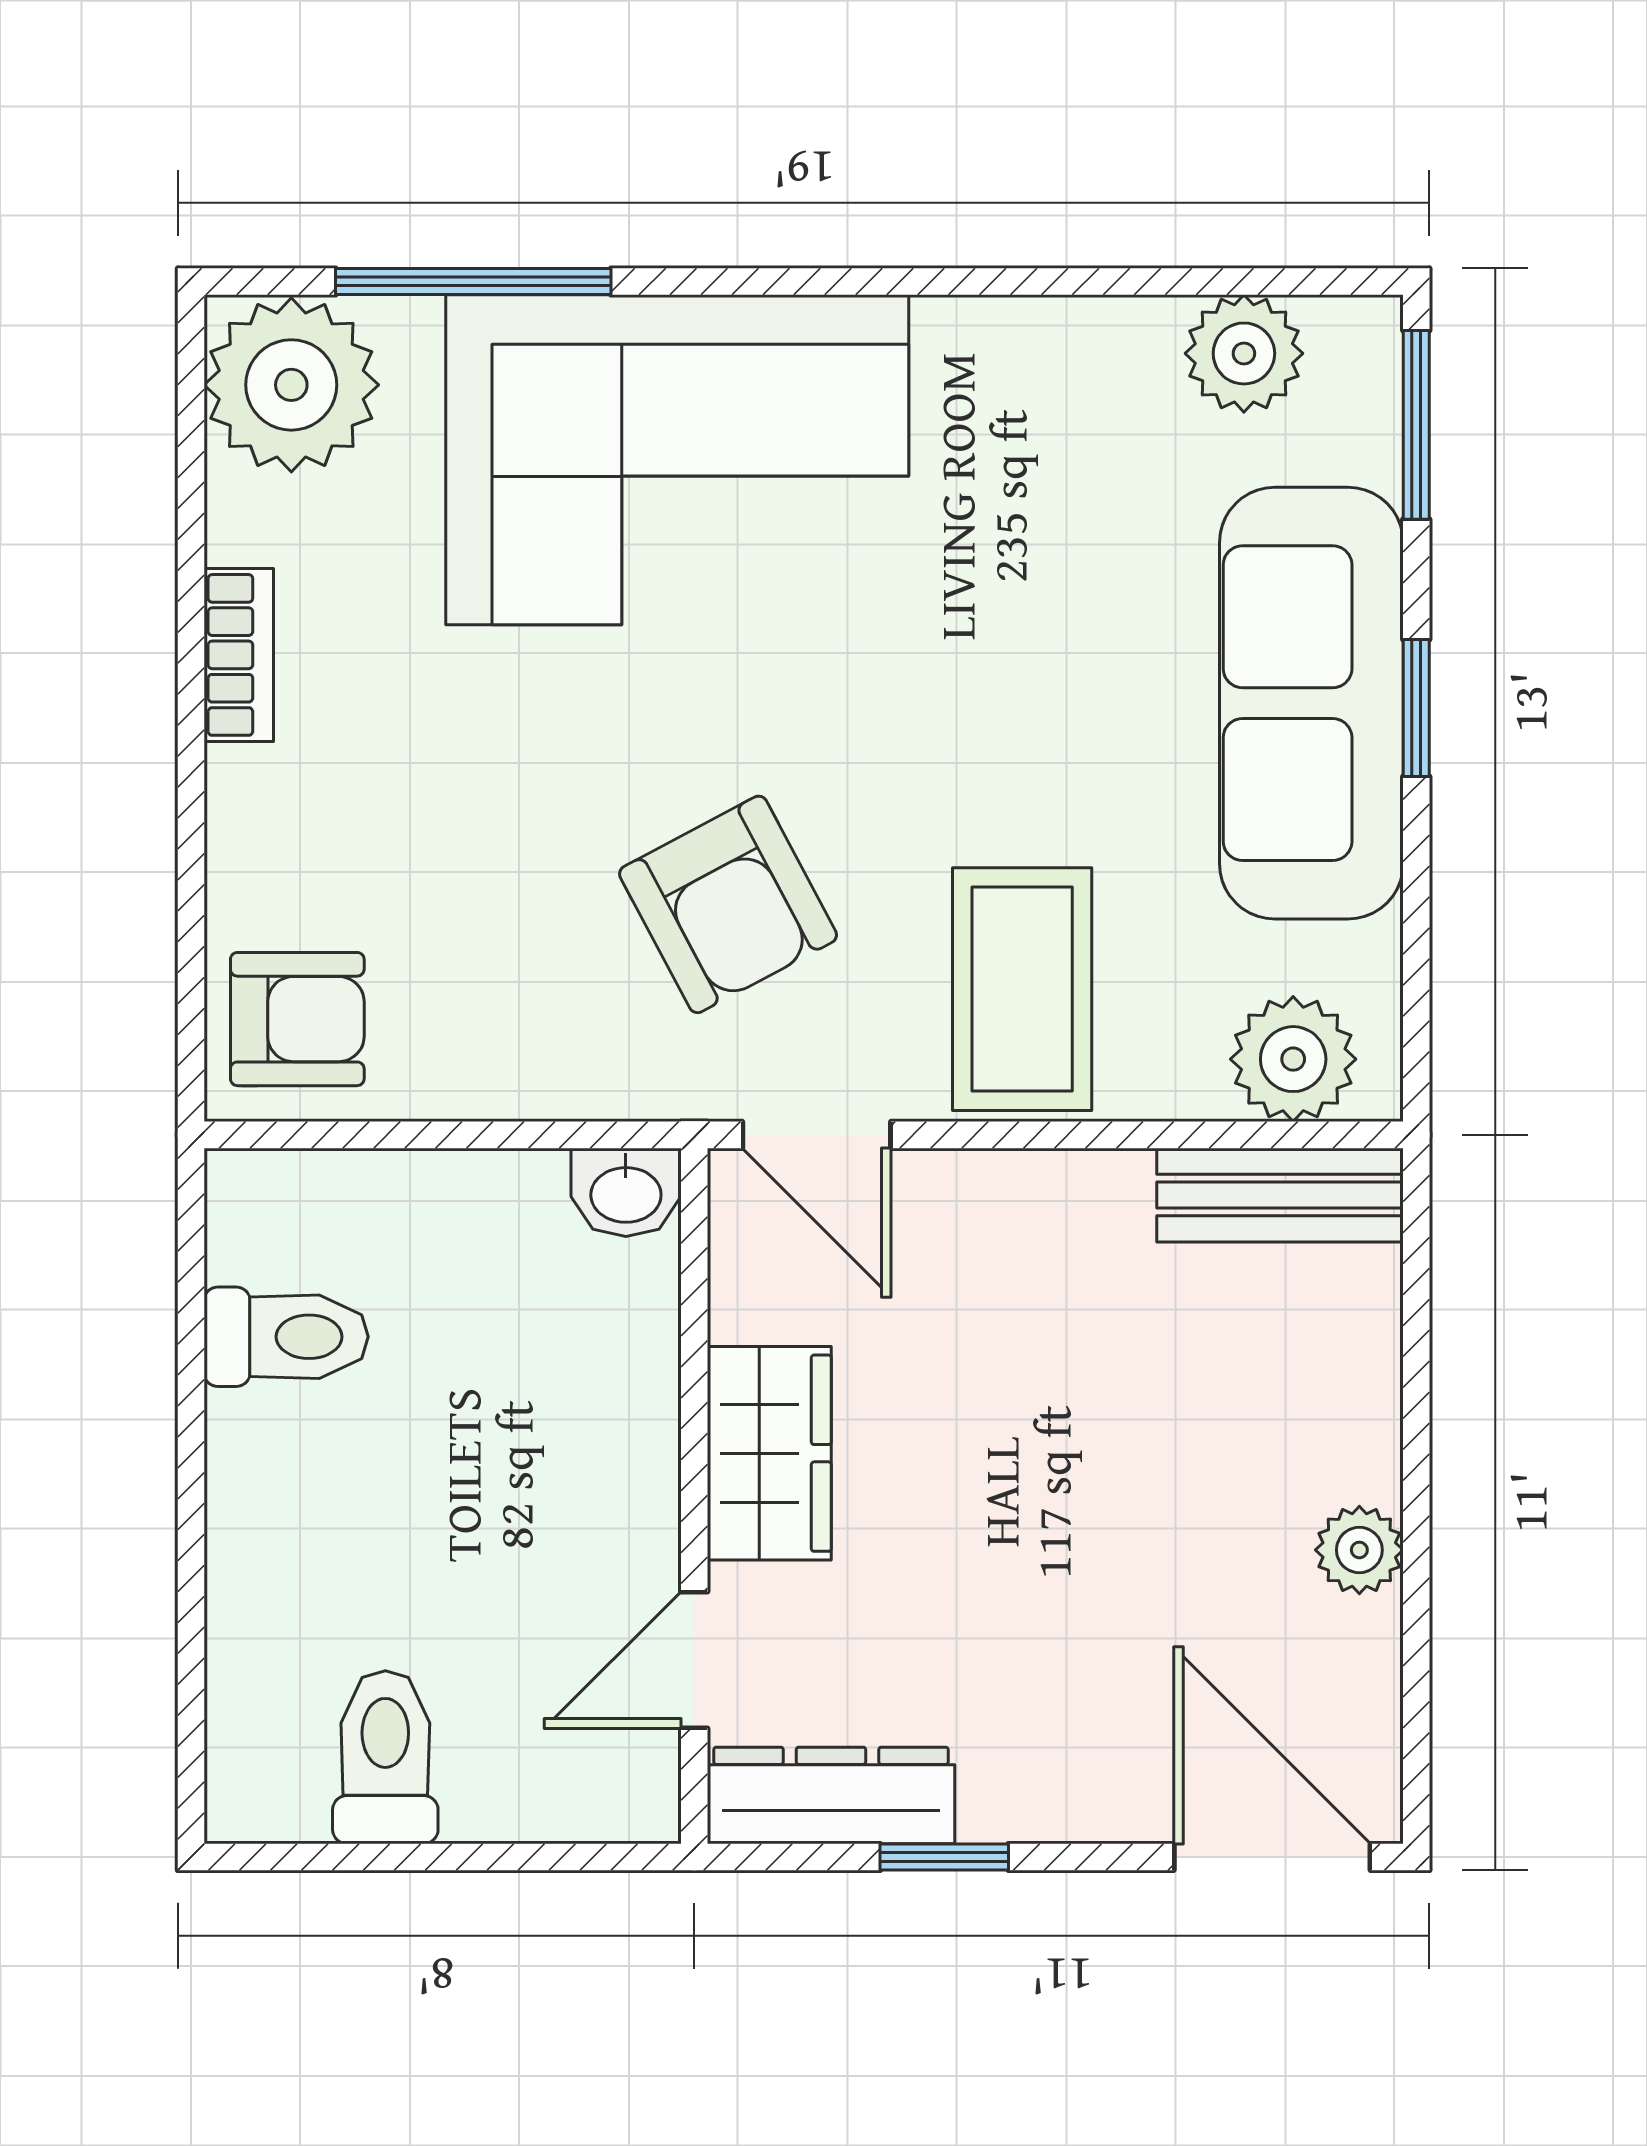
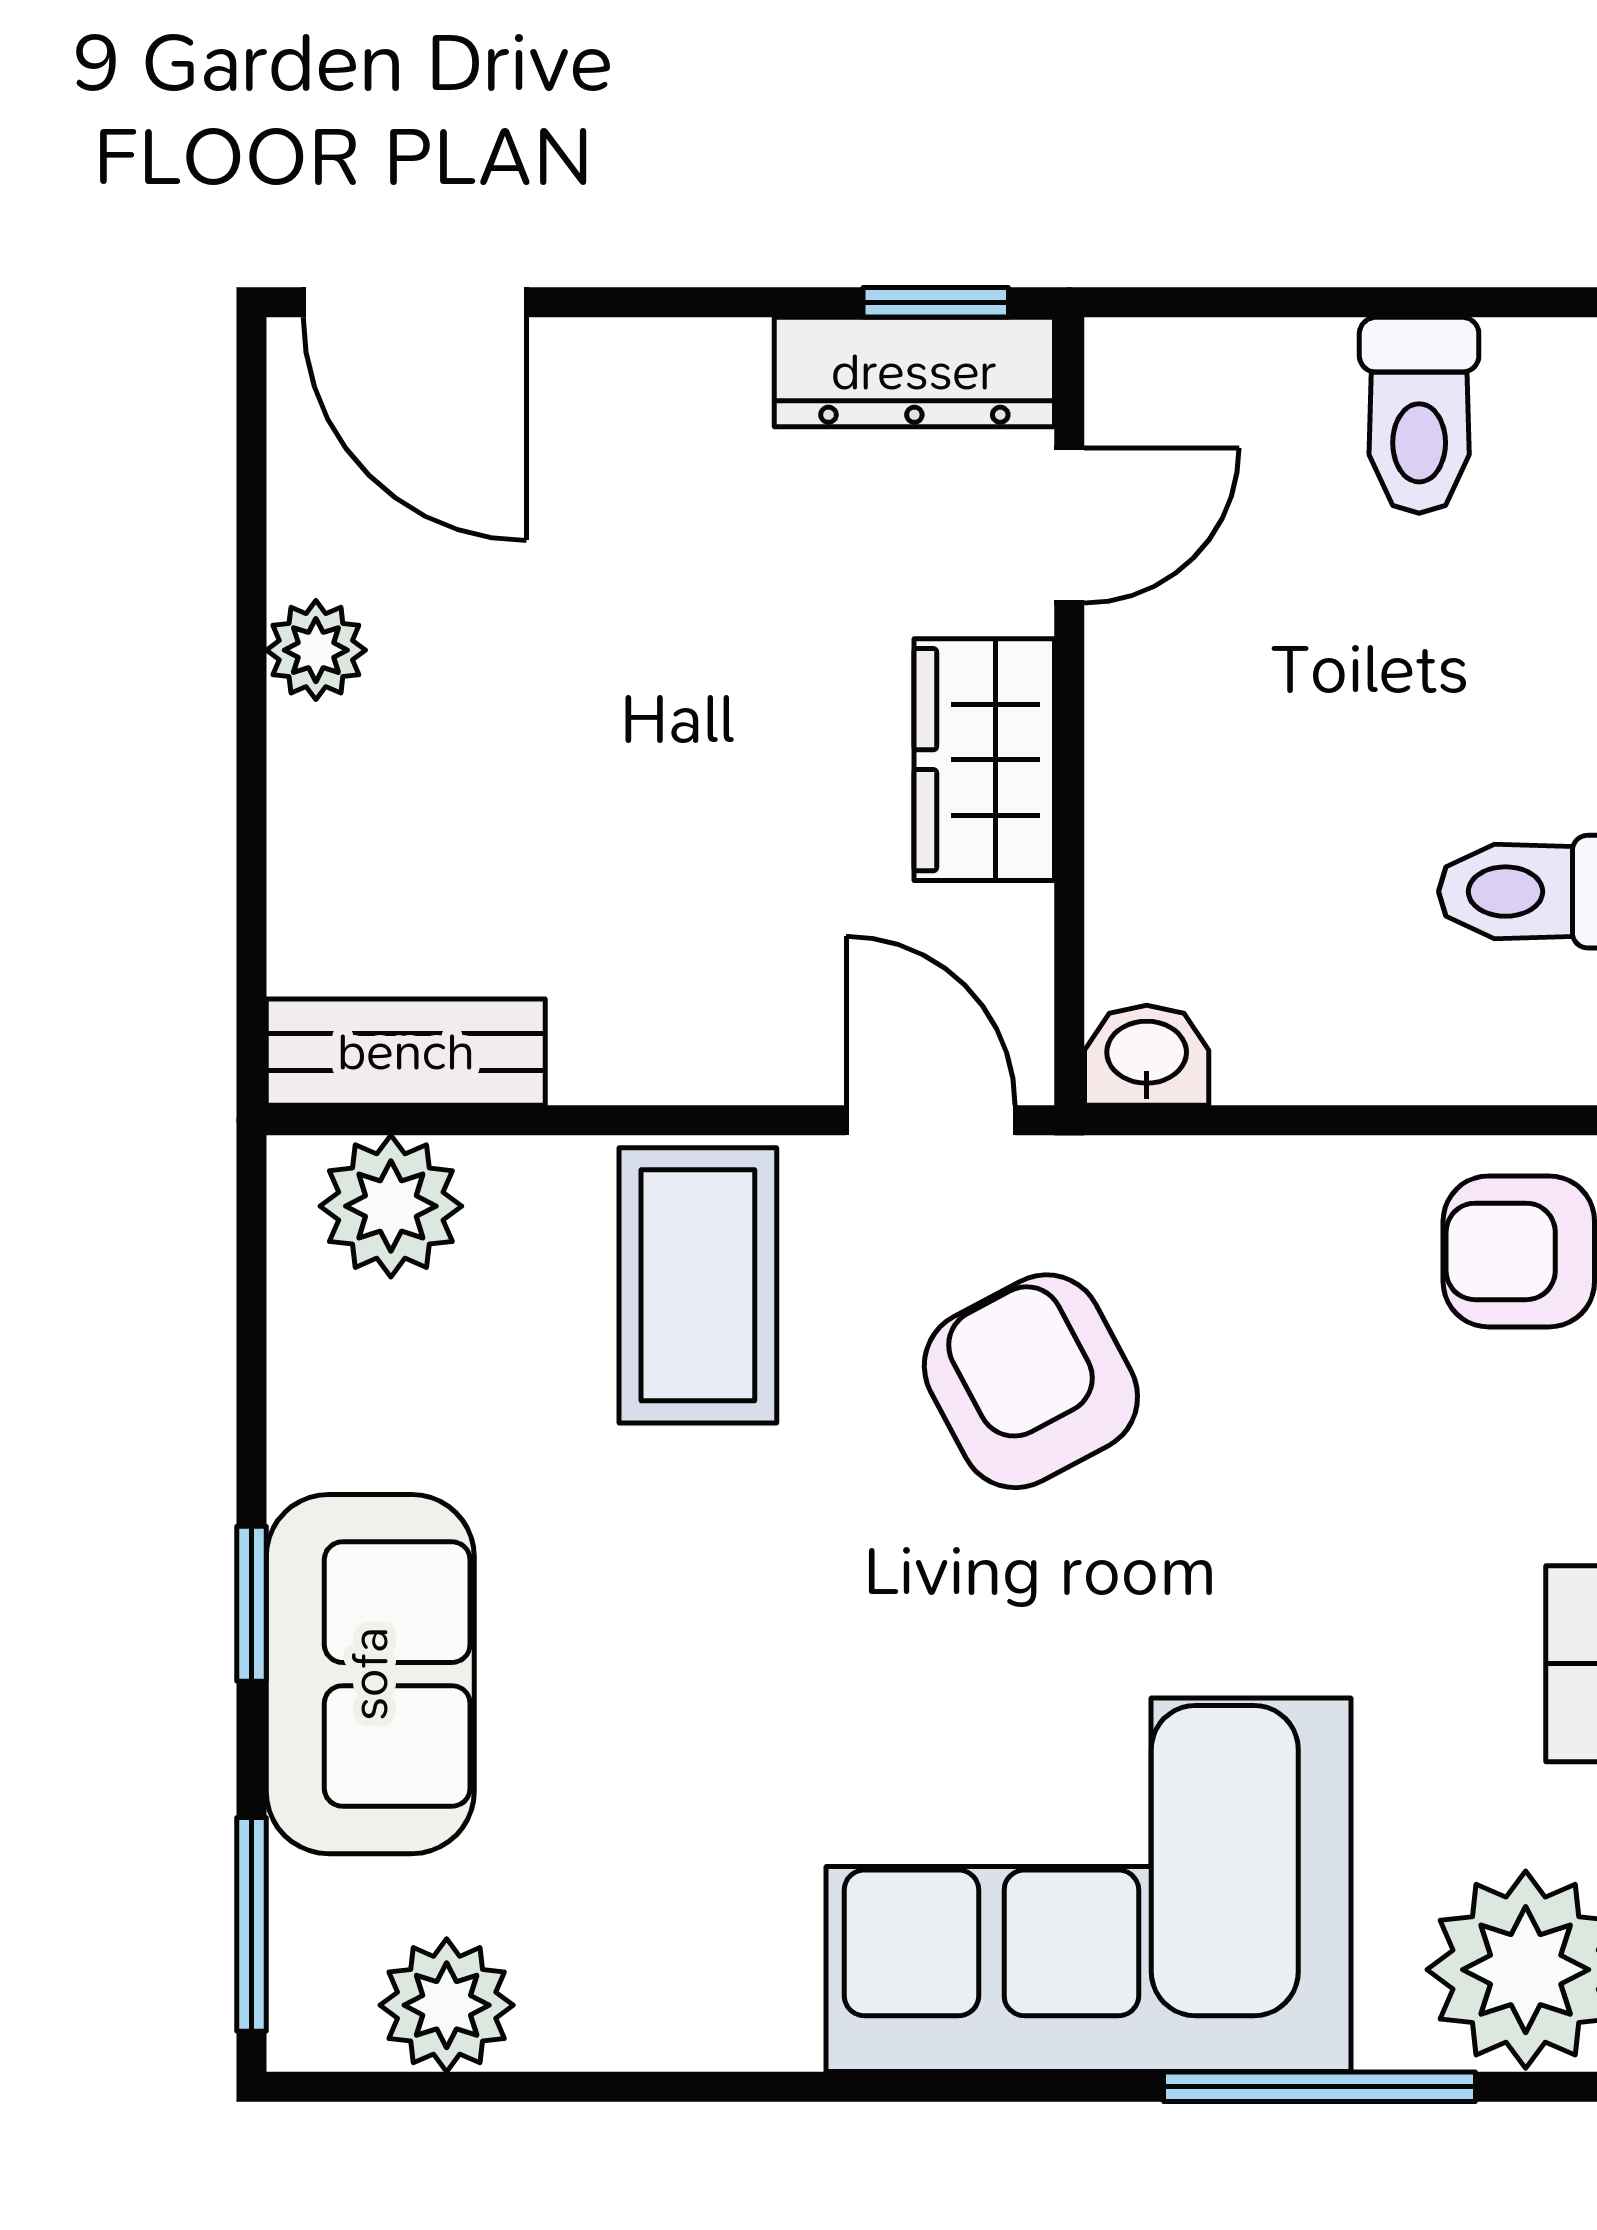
sofa: (1311, 703) -> (370, 1674), width x0.73
window: (944, 1857) -> (936, 302), moved

